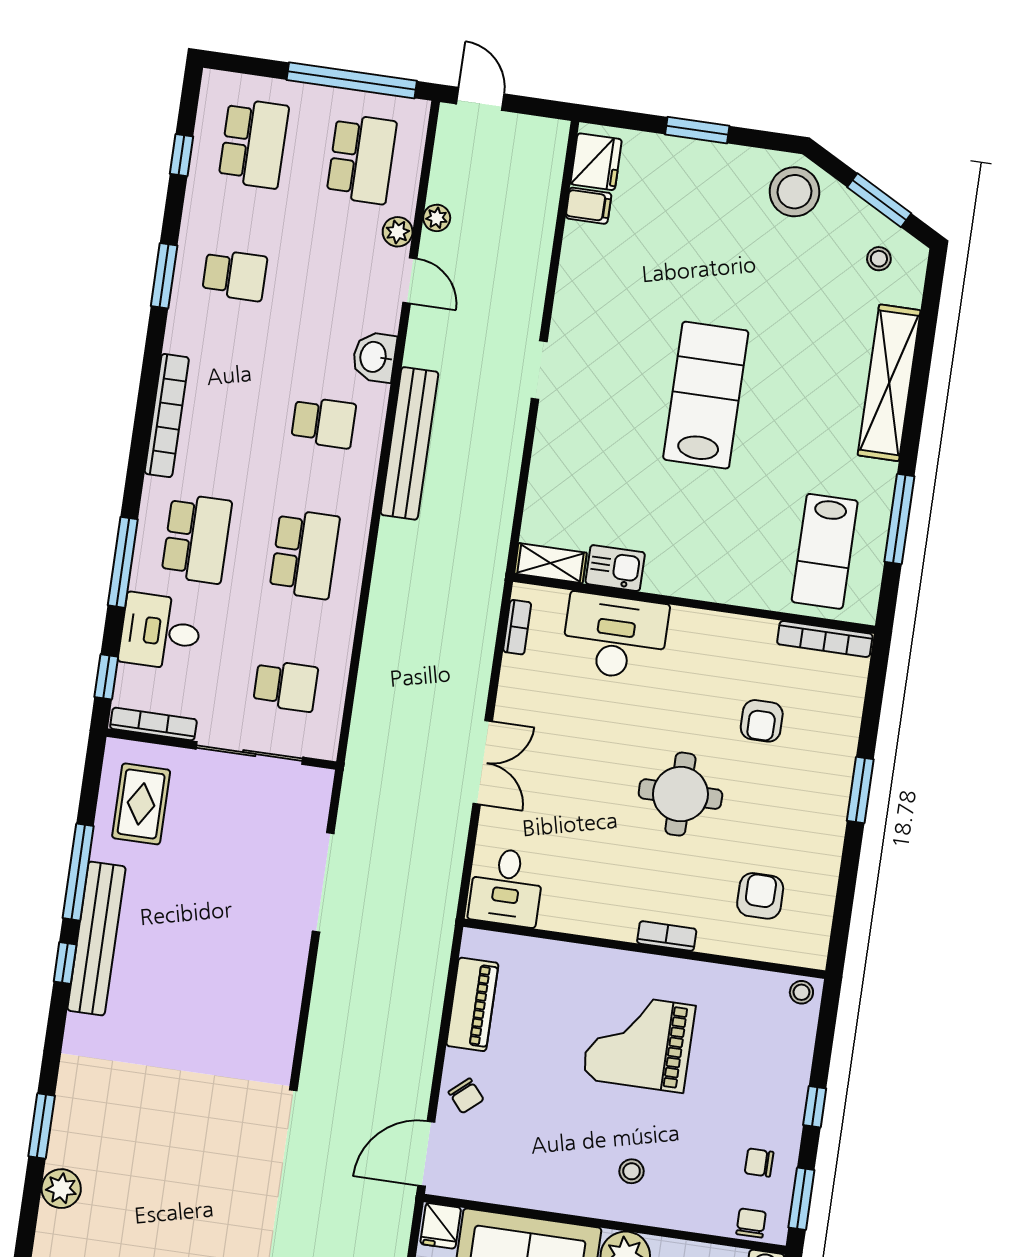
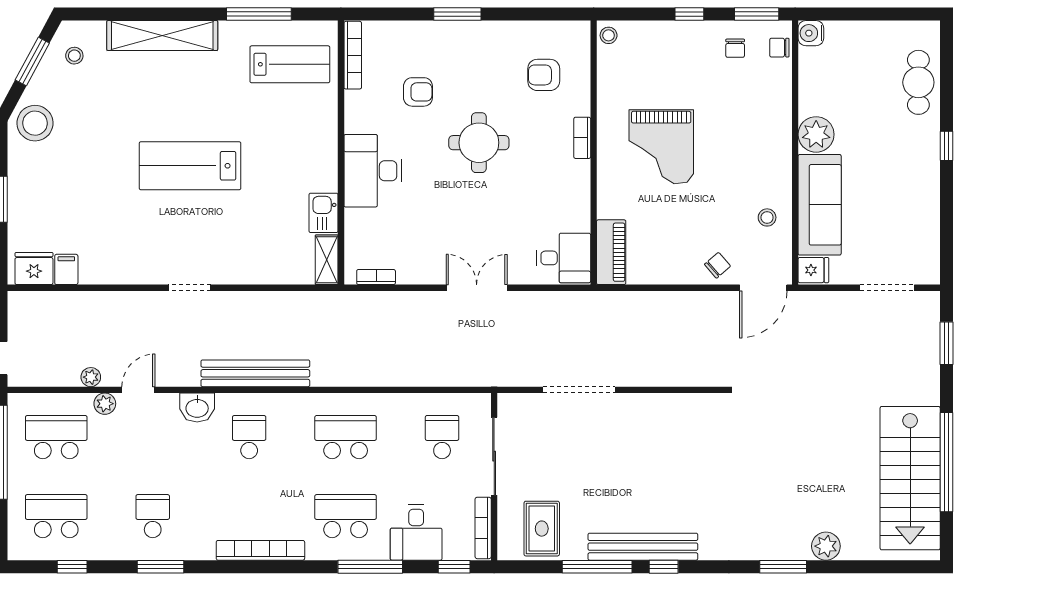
desk: (615, 637) -> (373, 171), moved
rug: (141, 804) -> (542, 529), turned 90
piano: (472, 1004) -> (611, 252), moved, turned 90
door: (426, 1154) -> (763, 288), hinge flipped
stool: (632, 1171) -> (767, 217), moved

